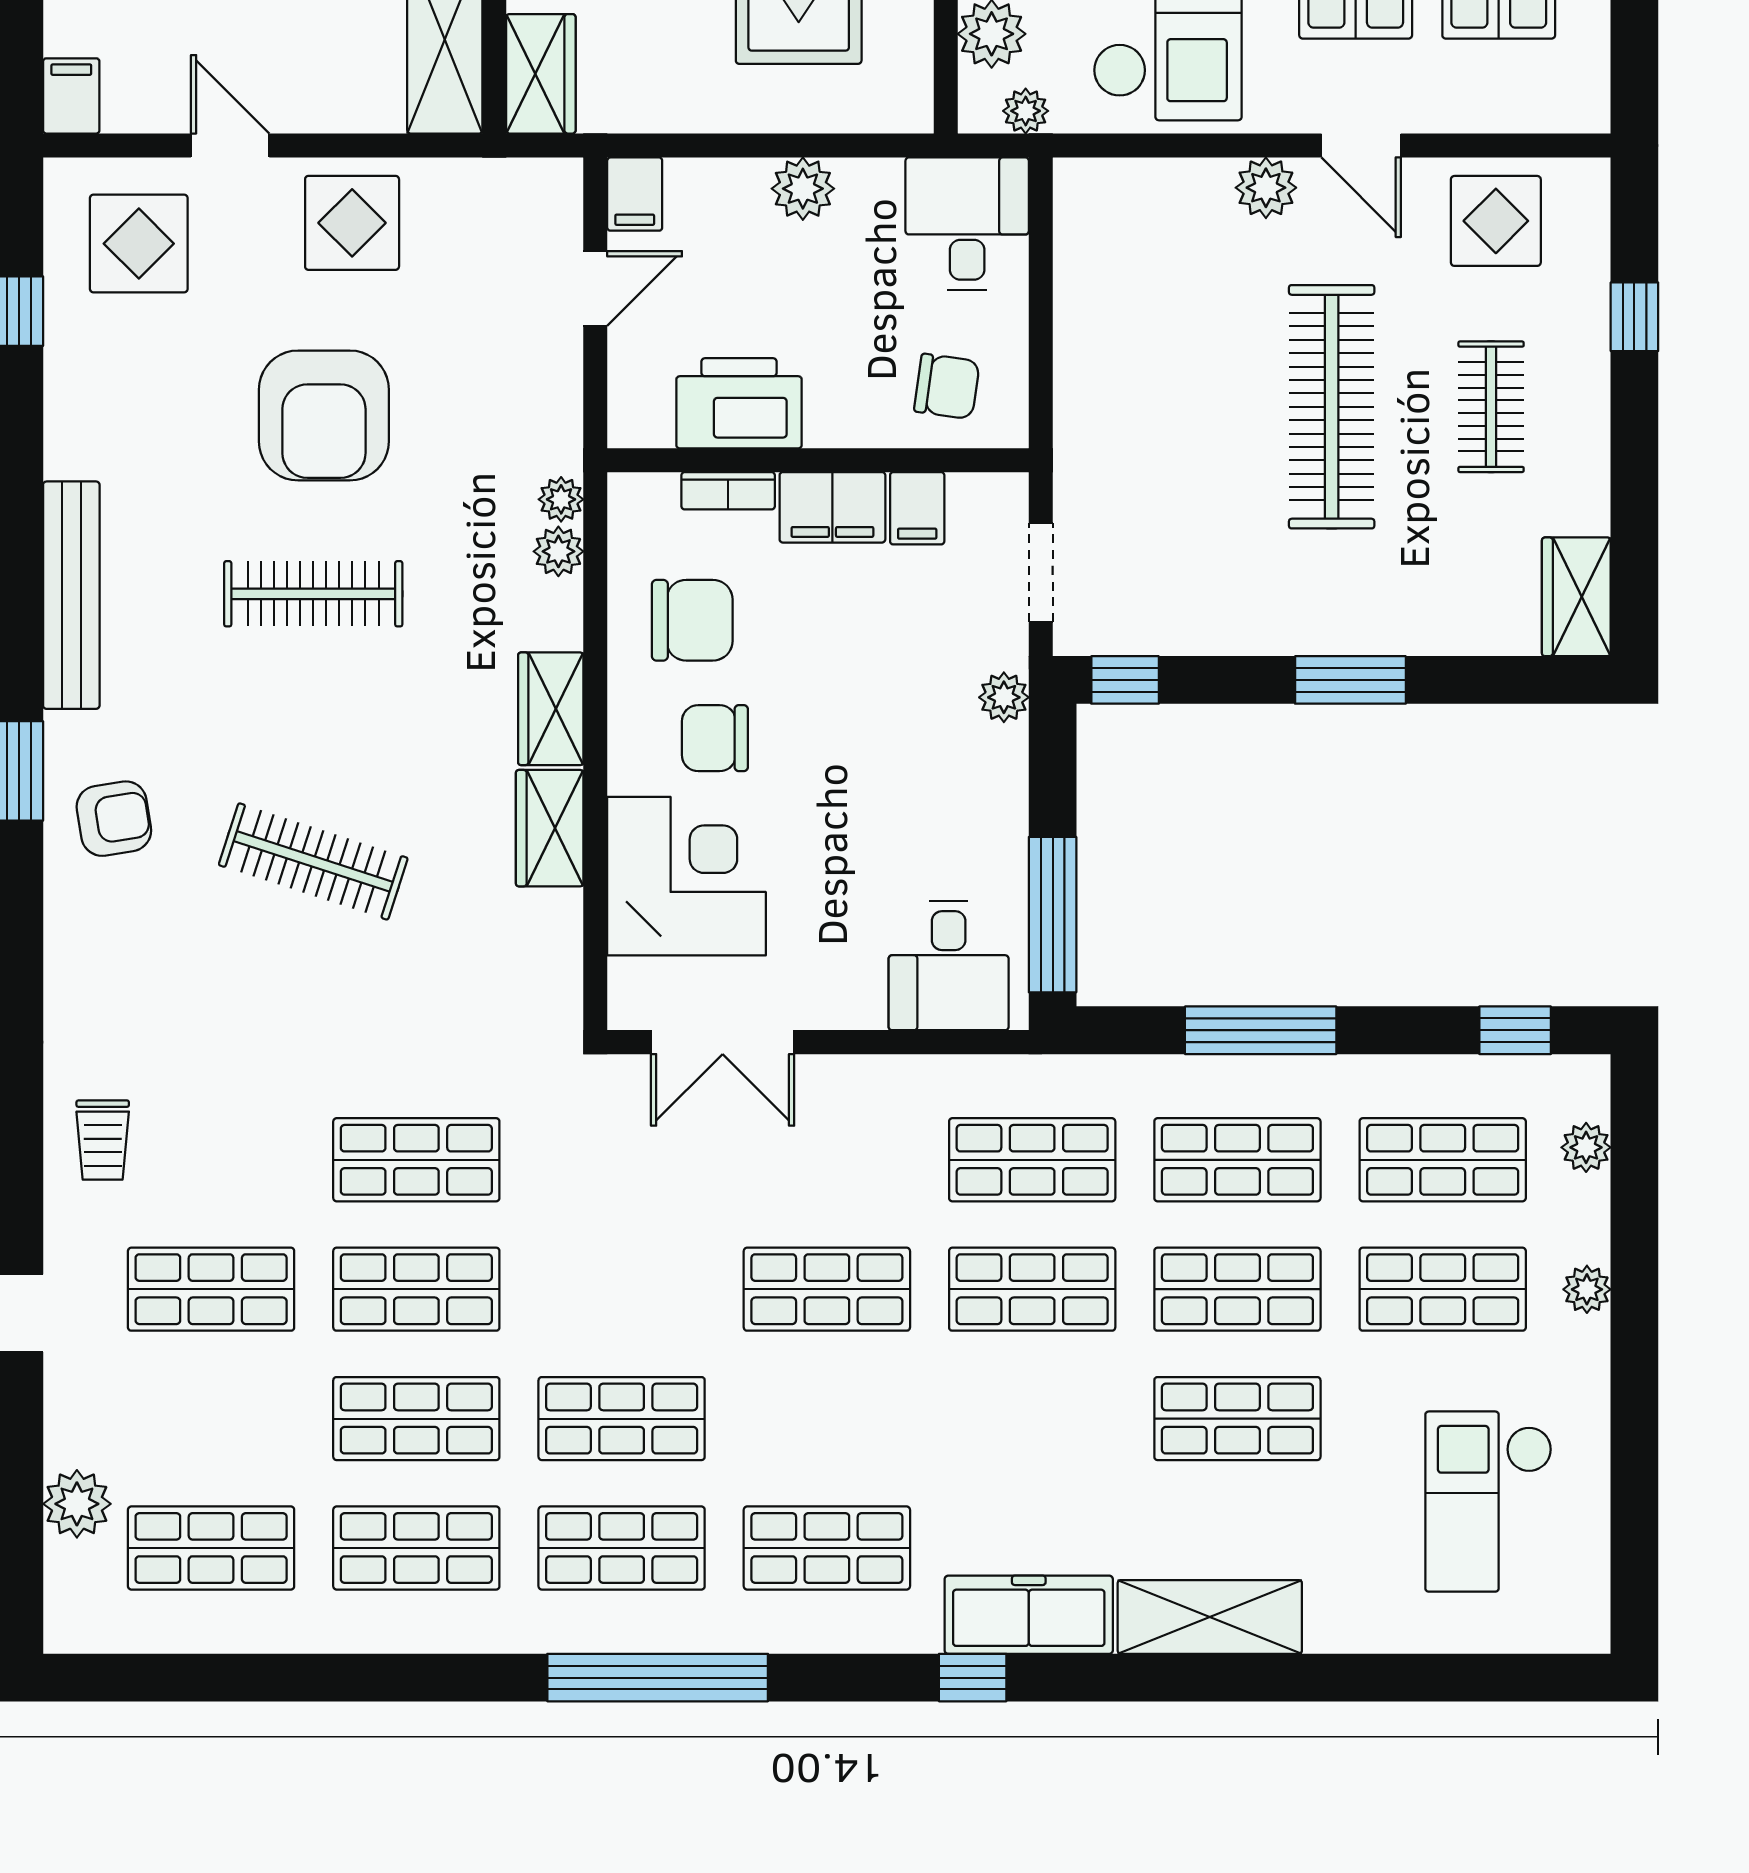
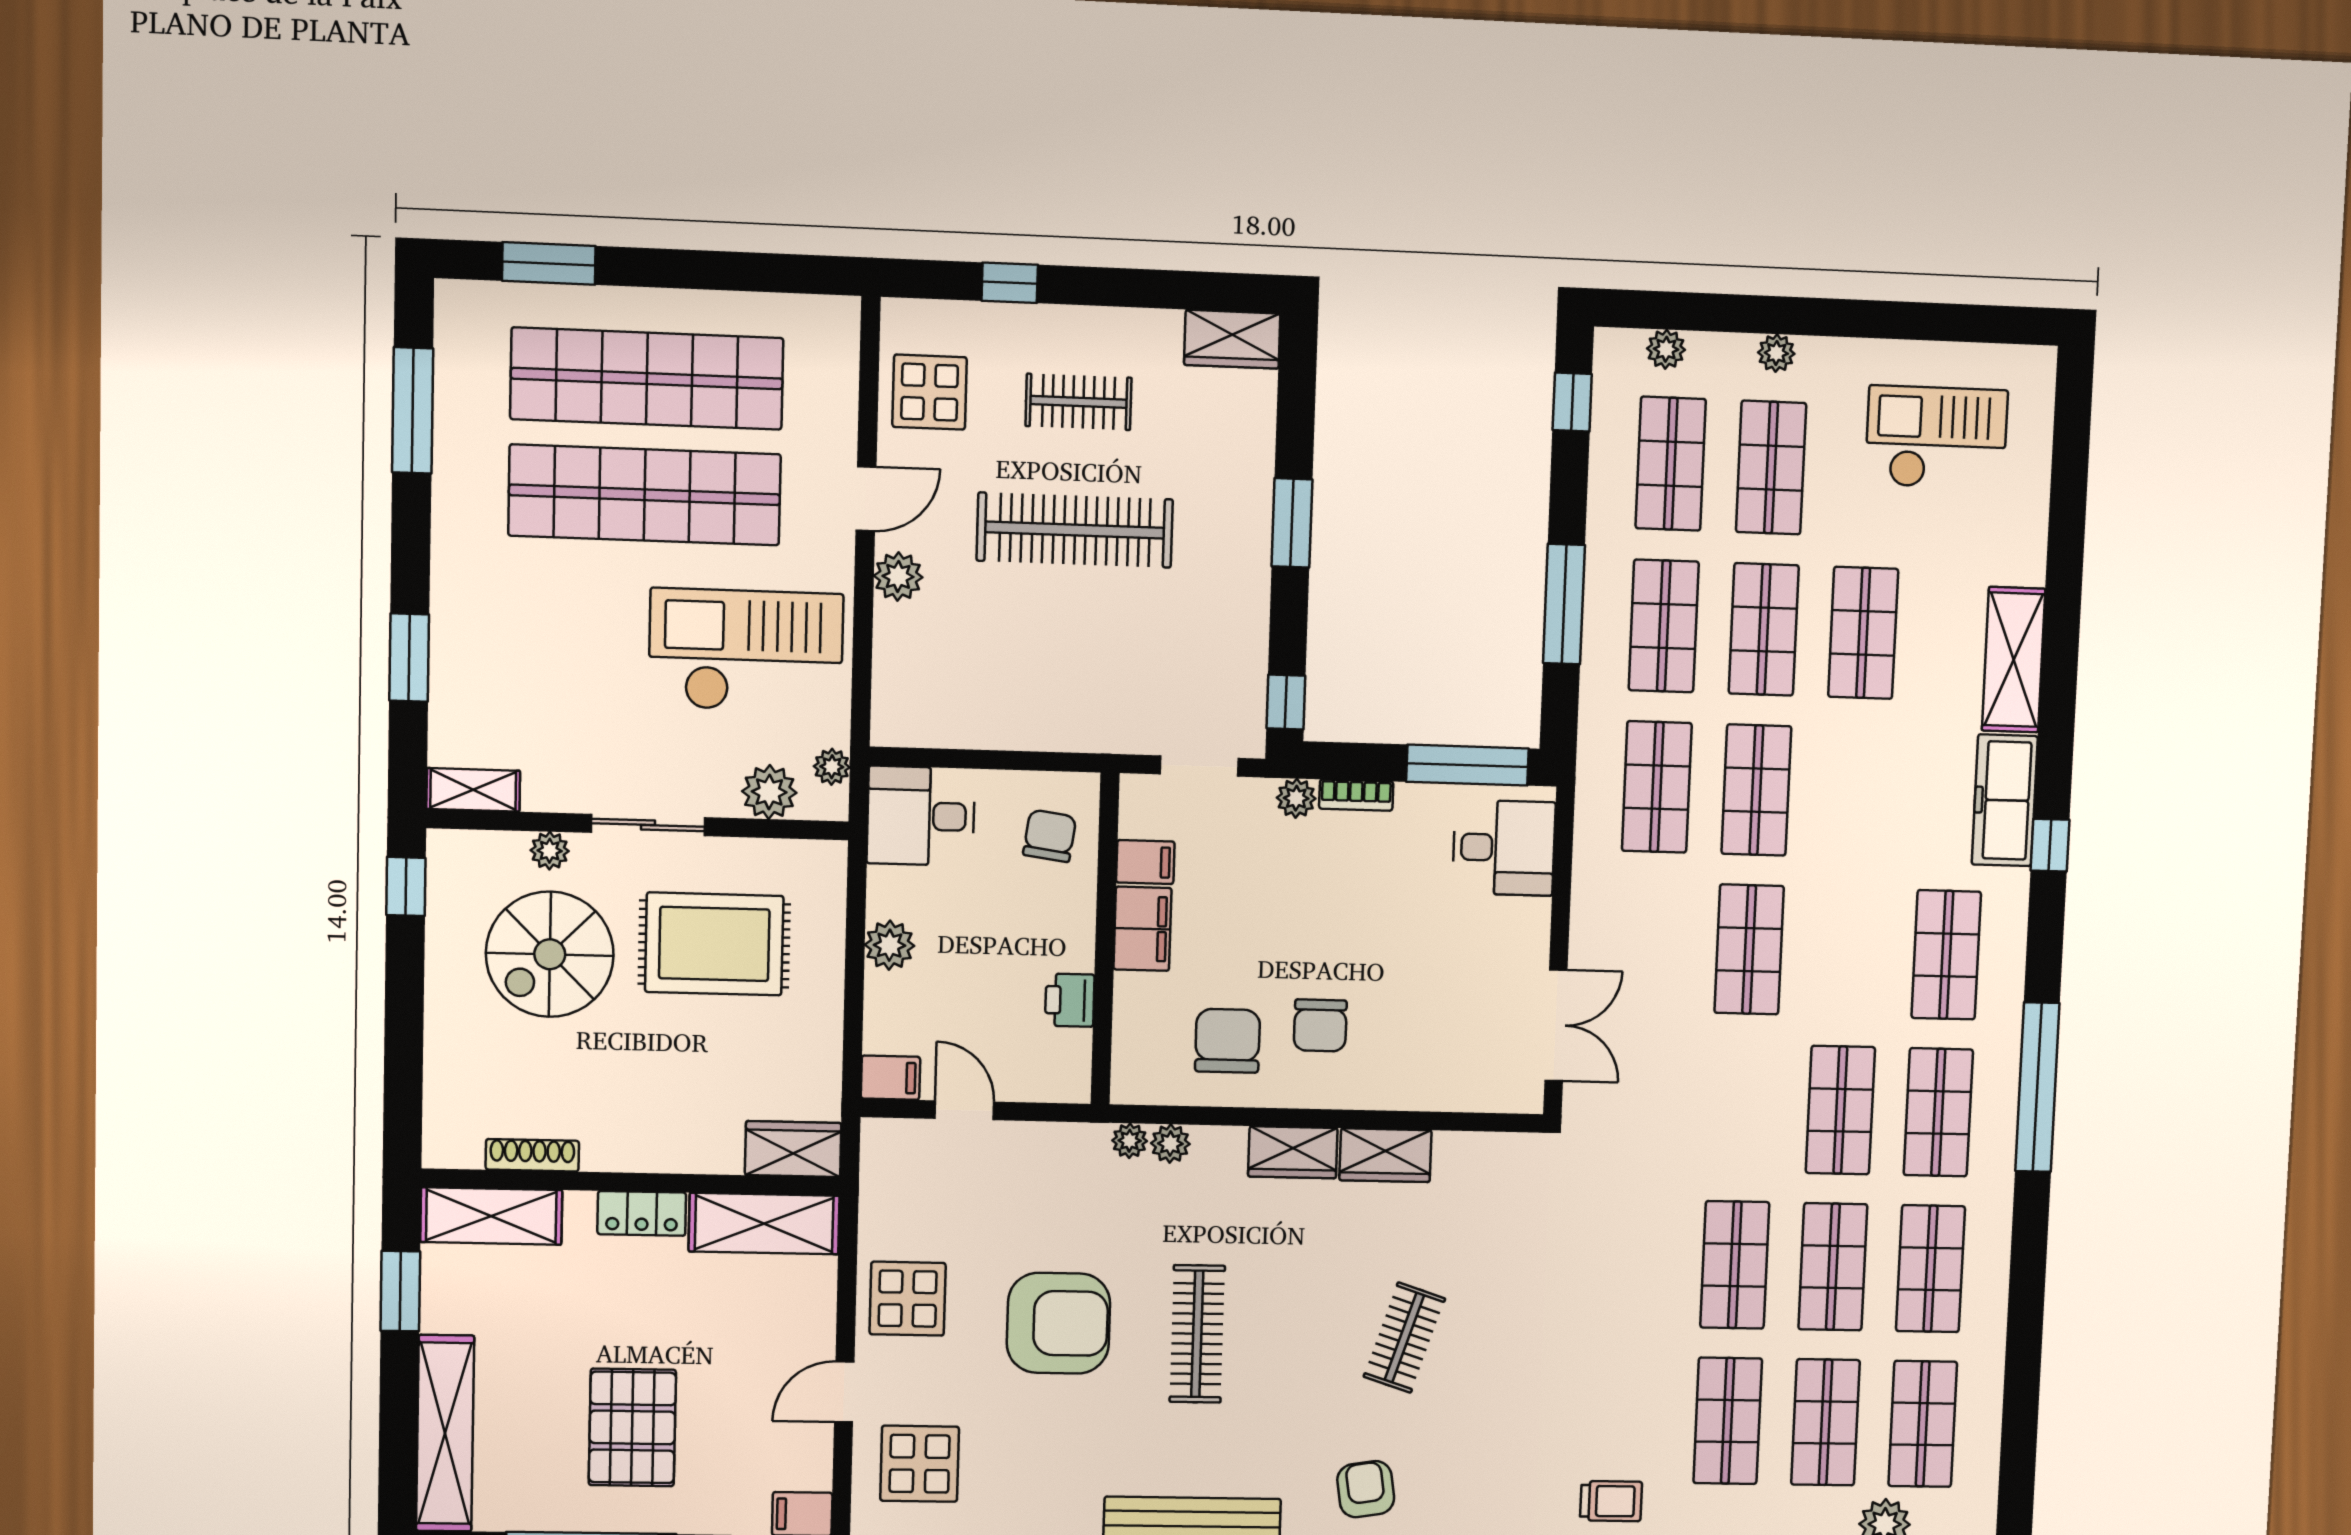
printer: (739, 403) -> (1070, 1000), width x0.53, depth x0.68
bookcase: (728, 491) -> (1356, 795), moved, turned 90
clothes rail: (313, 861) -> (1404, 1338), width x0.73
corner desk: (686, 876) -> (1427, 1050), removed
shop shelf: (416, 1160) -> (1825, 1422), moved
checkout: (1489, 1502) -> (1936, 438), turned 180

